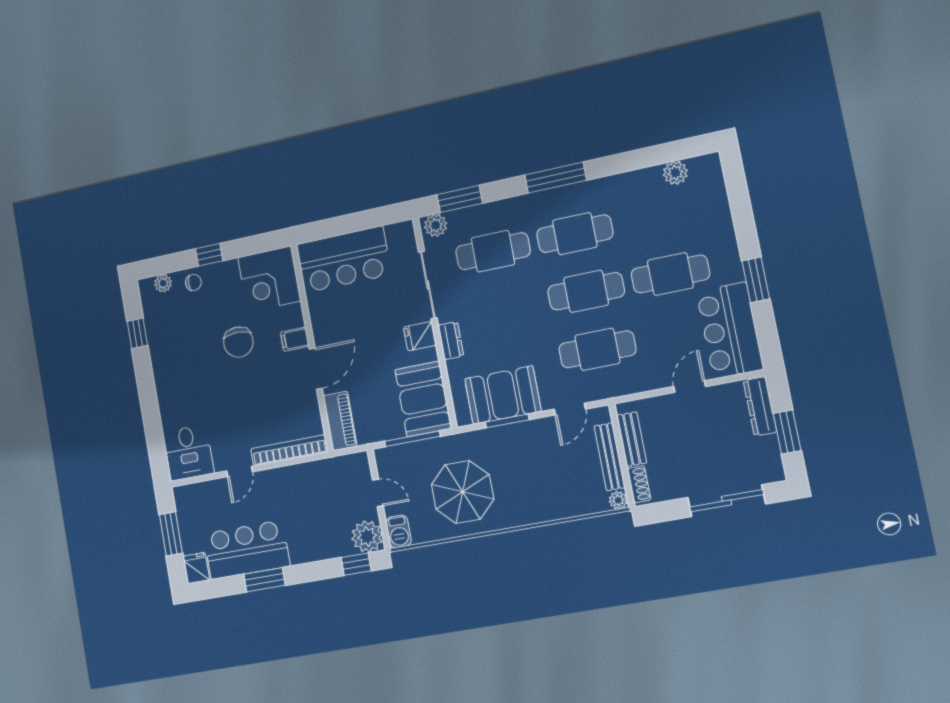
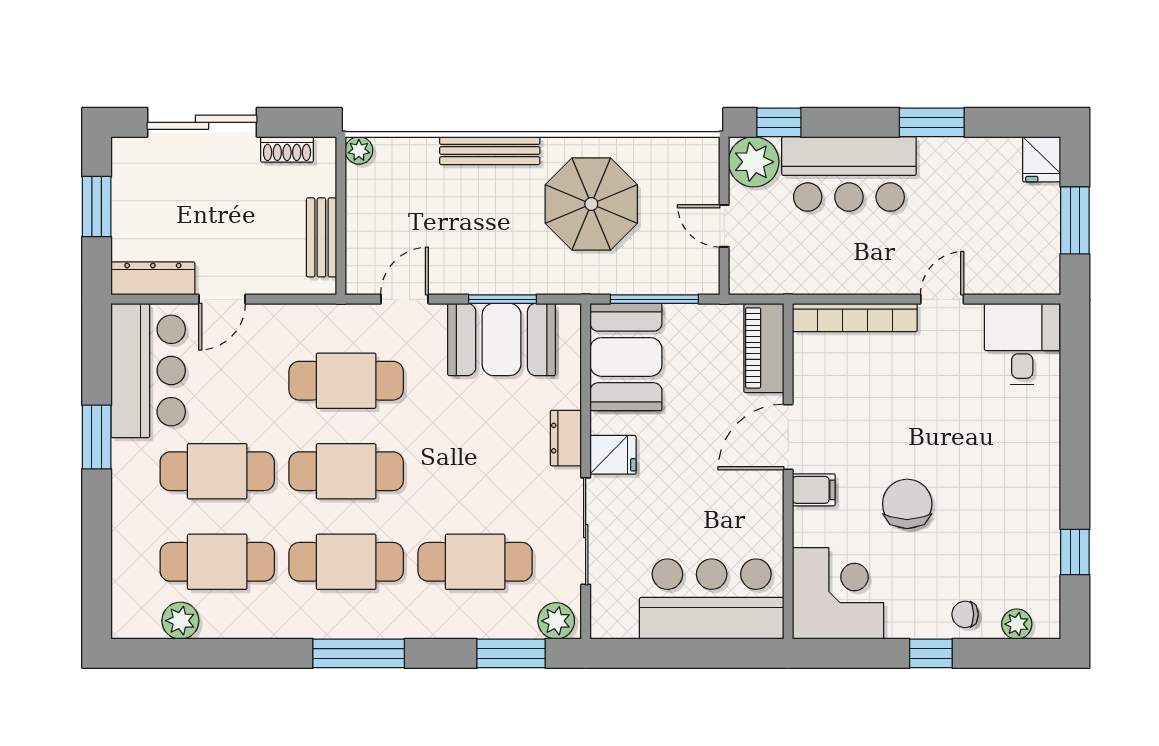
cafe table: (659, 216) -> (217, 562), added
dresser: (760, 406) -> (153, 278), moved, turned -90
bench: (610, 457) -> (490, 151), moved, turned 90
shoe rack: (639, 484) -> (287, 149), moved, turned -90
barbecue: (399, 531) -> (702, 161), removed
bar counter: (247, 550) -> (849, 174), moved

